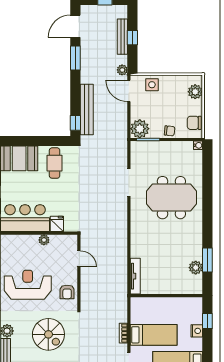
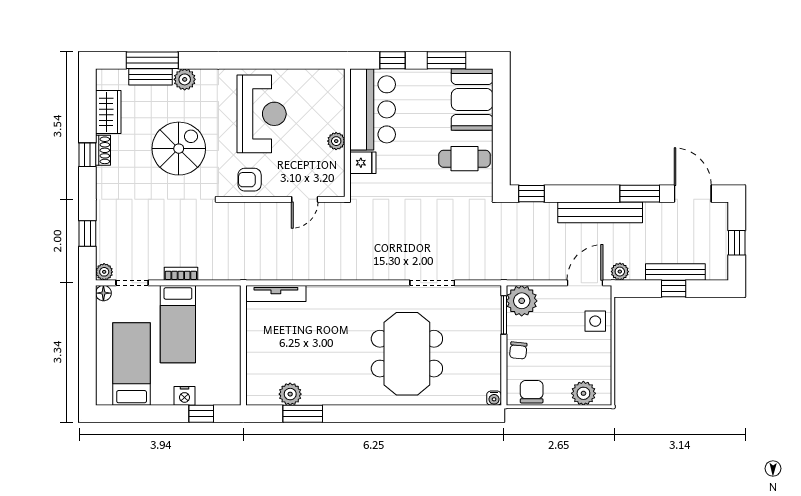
bench: (87, 109) -> (600, 212), moved
spiral stairs: (48, 334) -> (179, 149), turned 180

